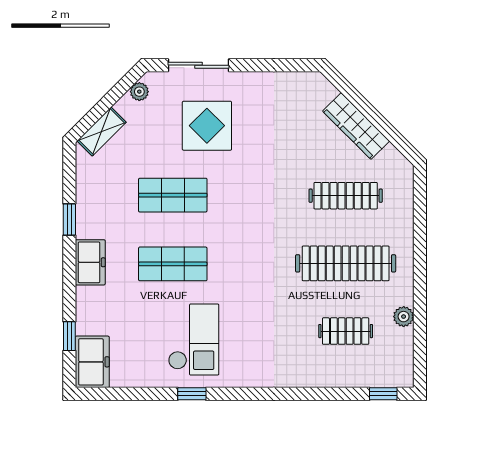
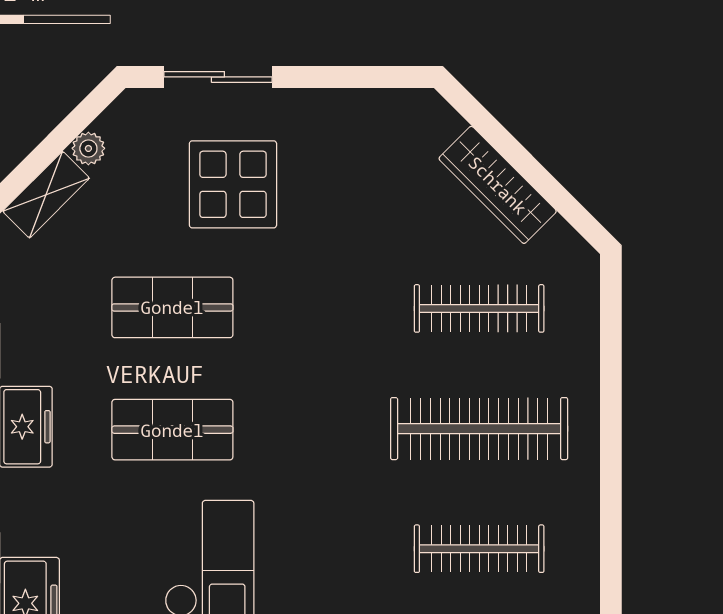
plant: (139, 92) -> (88, 148), moved
plant: (404, 317) -> (582, 523), removed
clothes rail: (346, 331) -> (479, 549), width x1.36

